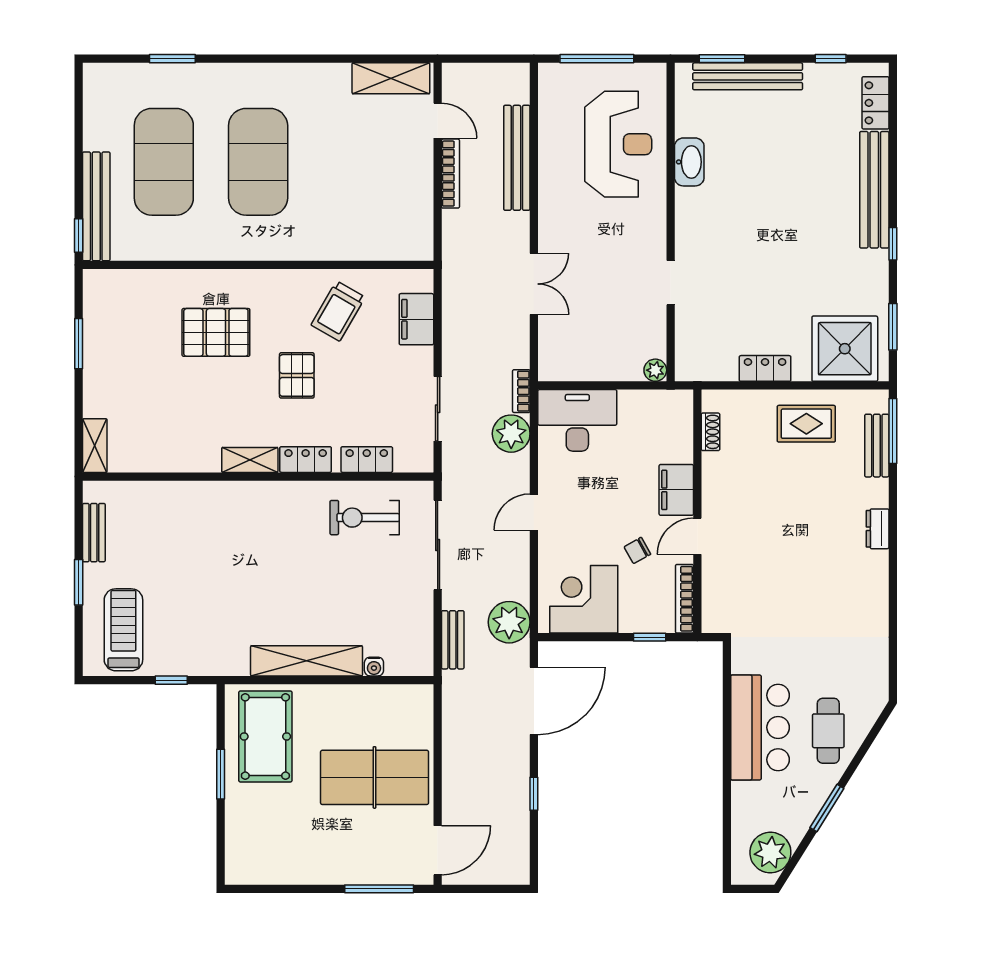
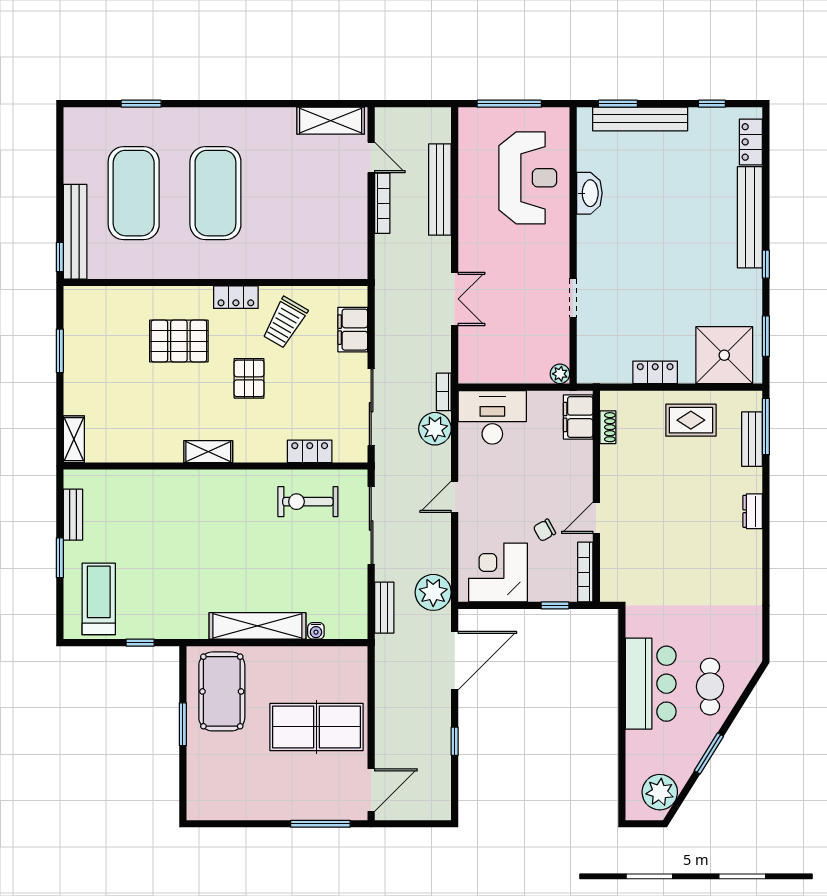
sliding door: (438, 409) -> (371, 407), width x1.37
locker: (306, 460) -> (236, 297), moved, turned 180
filing cabinet: (676, 490) -> (578, 417), moved

